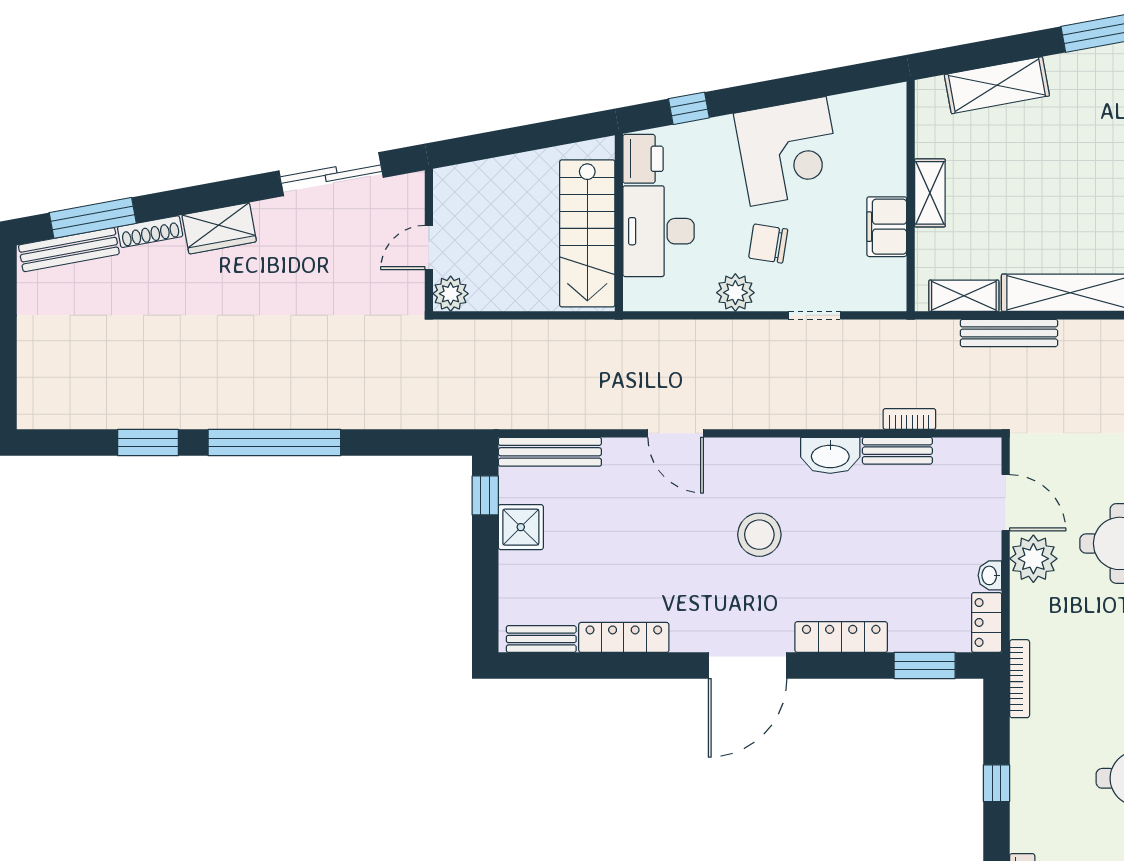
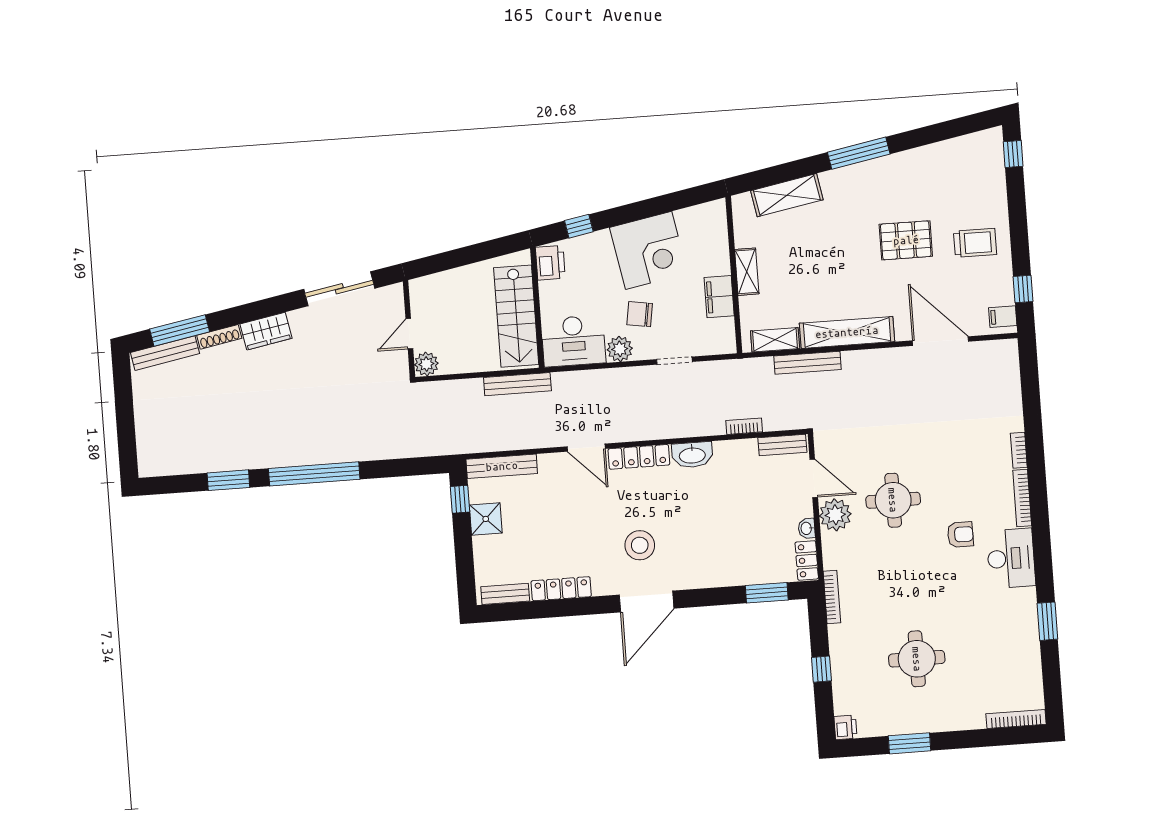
desk: (659, 231) -> (573, 341), moved, turned -90
bench: (582, 333) -> (517, 384), added
bench: (897, 451) -> (782, 445), moved
stool: (759, 535) -> (640, 545), moved
locker: (841, 637) -> (639, 457), moved, turned 180

